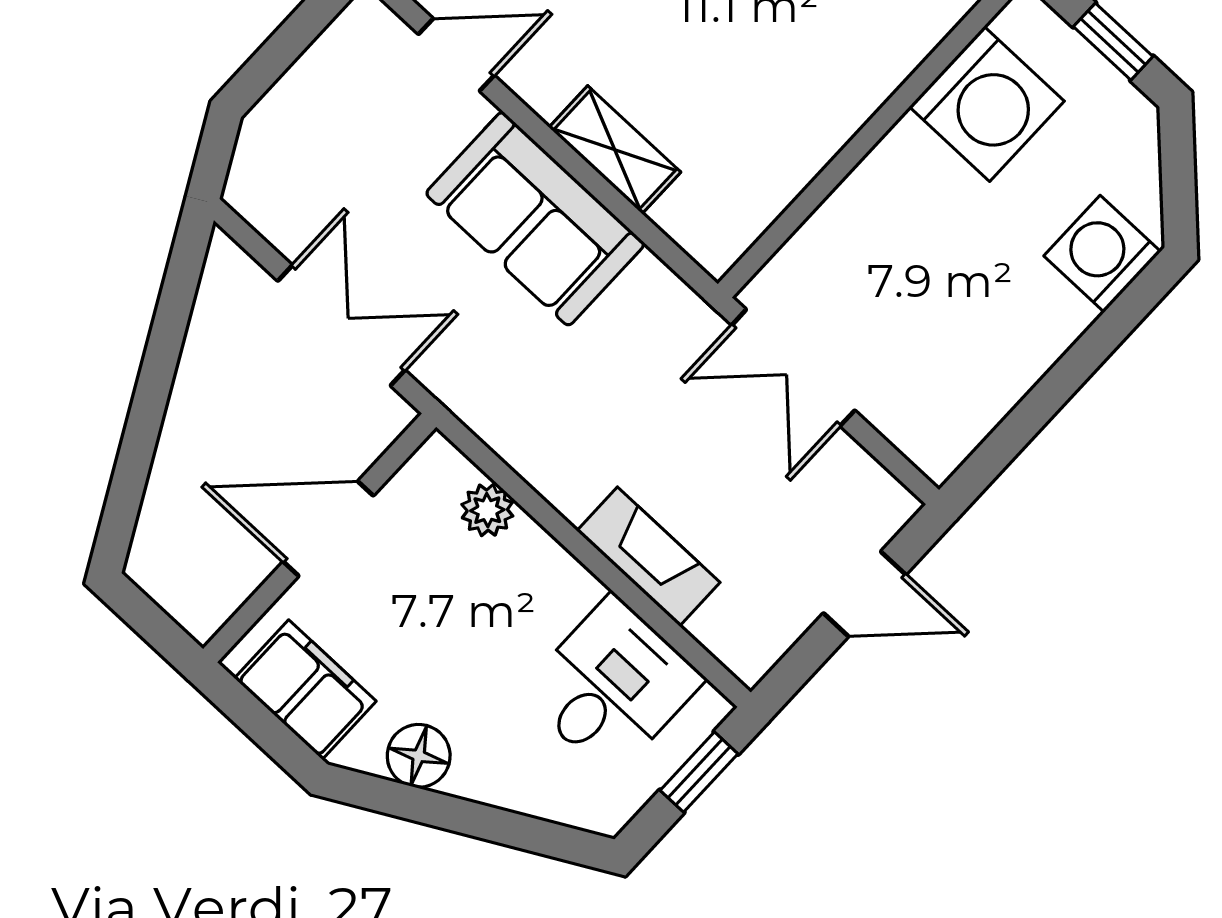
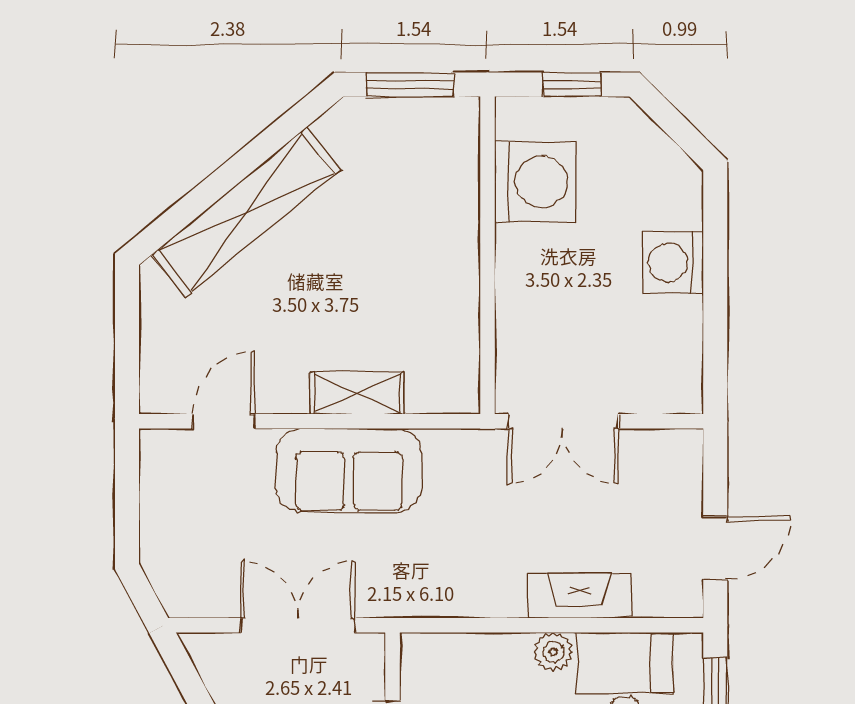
washing machine: (1102, 254) -> (673, 263), moved
plant: (487, 510) -> (553, 652), moved
door: (865, 594) -> (715, 548), moved

